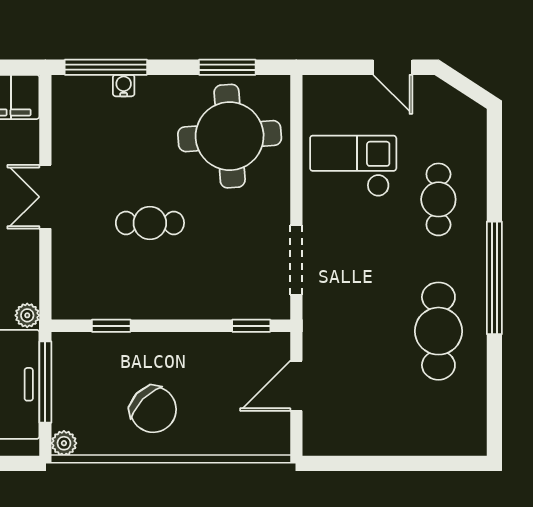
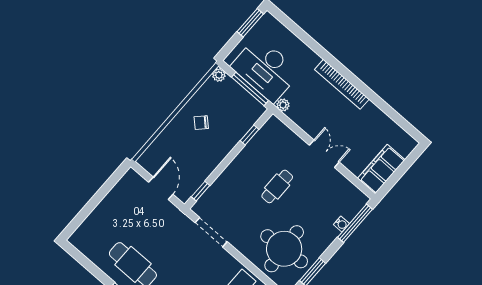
chair: (153, 409) -> (201, 123), width x0.54, depth x0.54

